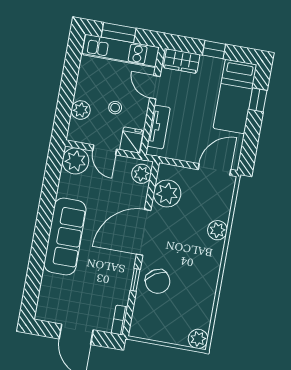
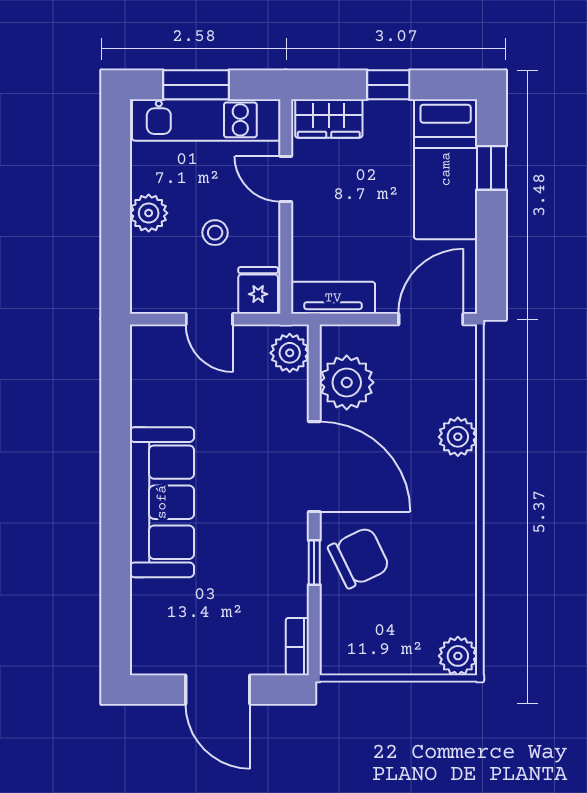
plant: (81, 110) -> (149, 213), moved
tv unit: (159, 127) -> (333, 298), moved, turned -90
plant: (75, 161) -> (156, 351), removed
door: (144, 232) -> (314, 467), swing flipped
chair: (158, 281) -> (359, 558), turned -85

